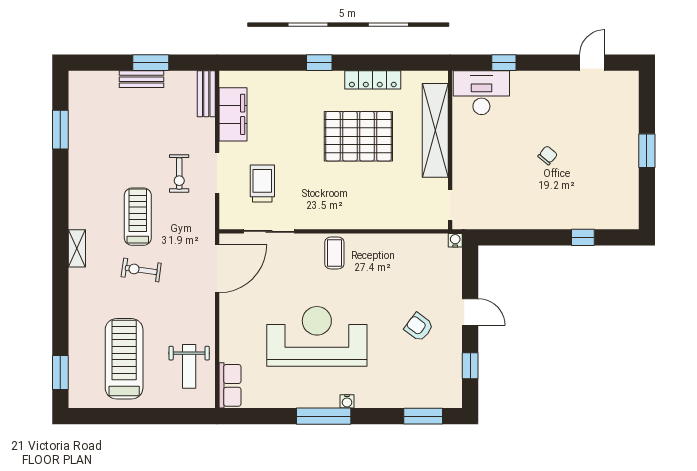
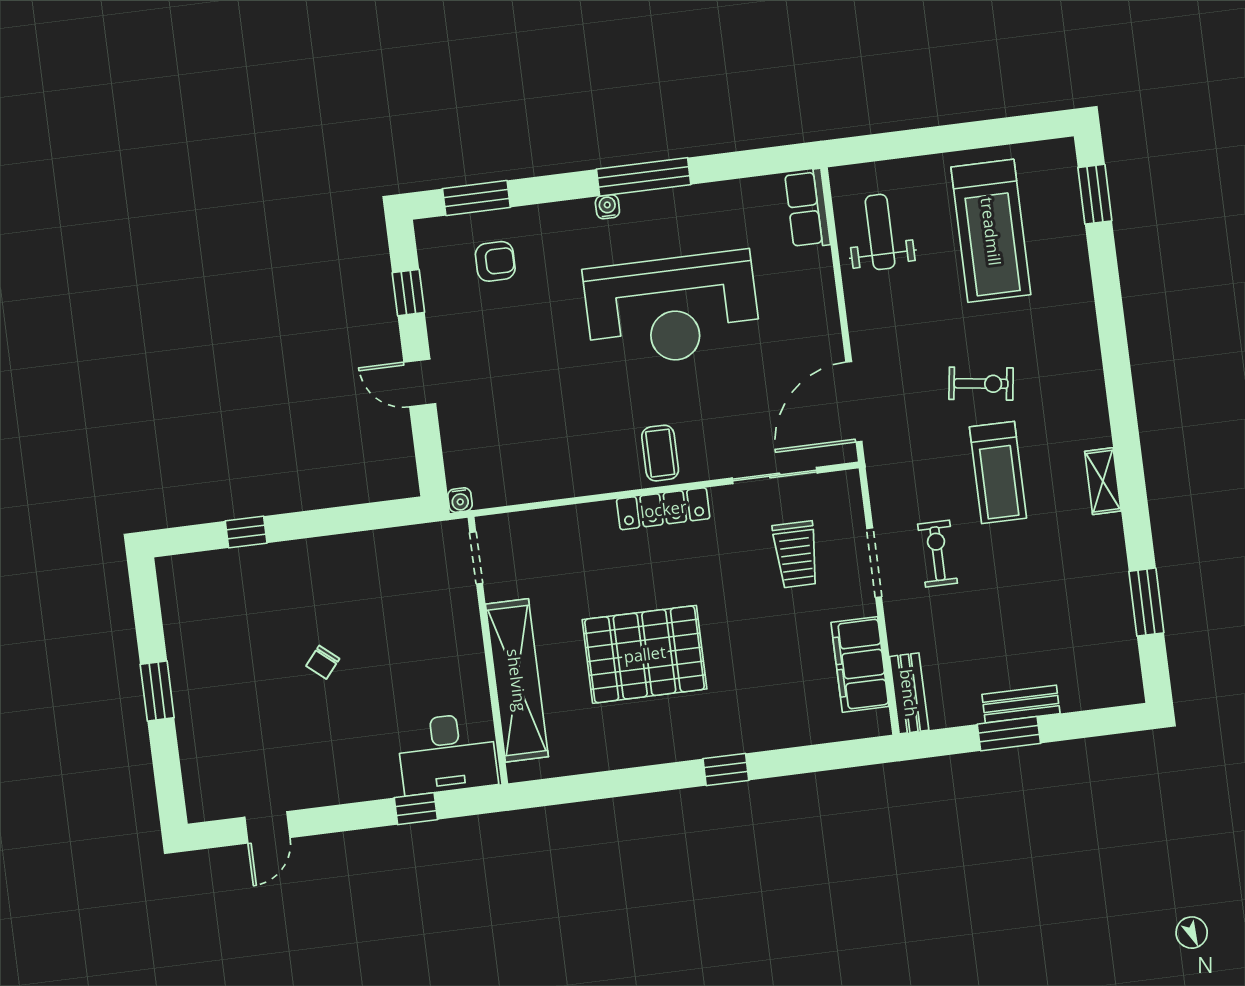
locker: (373, 80) -> (663, 509), moved, turned 180
shelving: (77, 248) -> (1103, 481), moved
armchair: (419, 327) -> (495, 261), moved, turned -37

